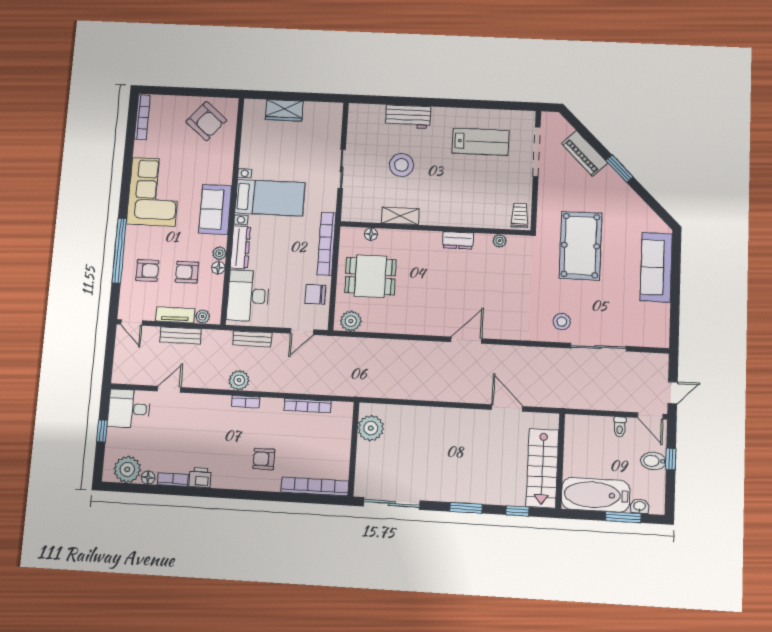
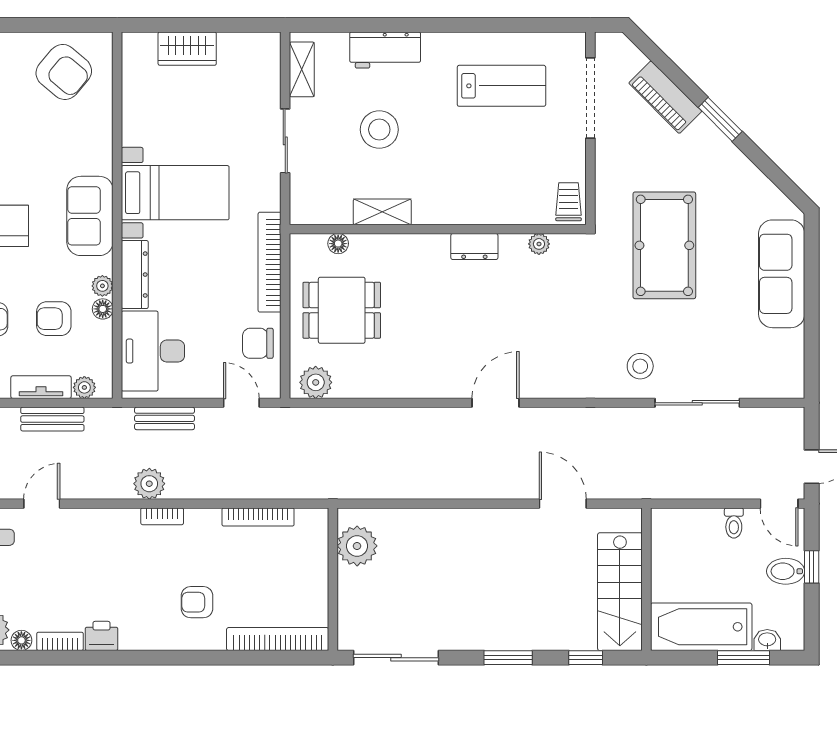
shelving: (355, 126) -> (302, 69), added
door: (302, 332) -> (241, 403), swing flipped

